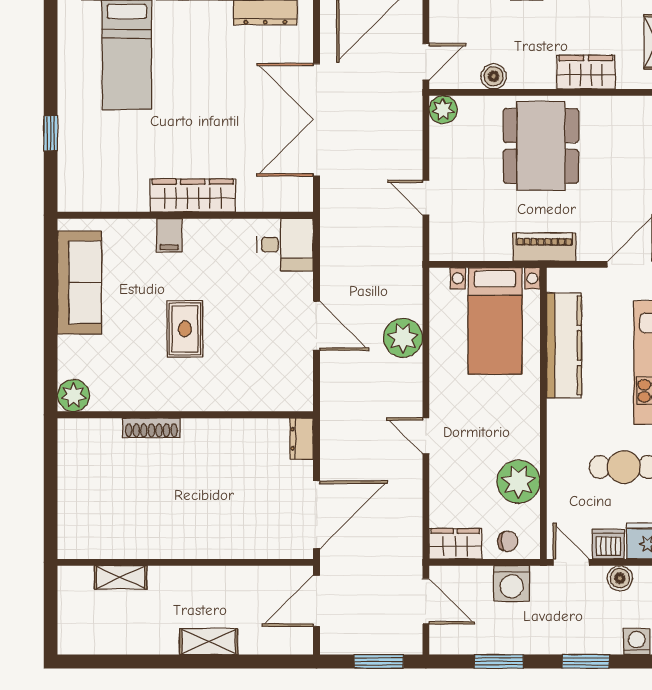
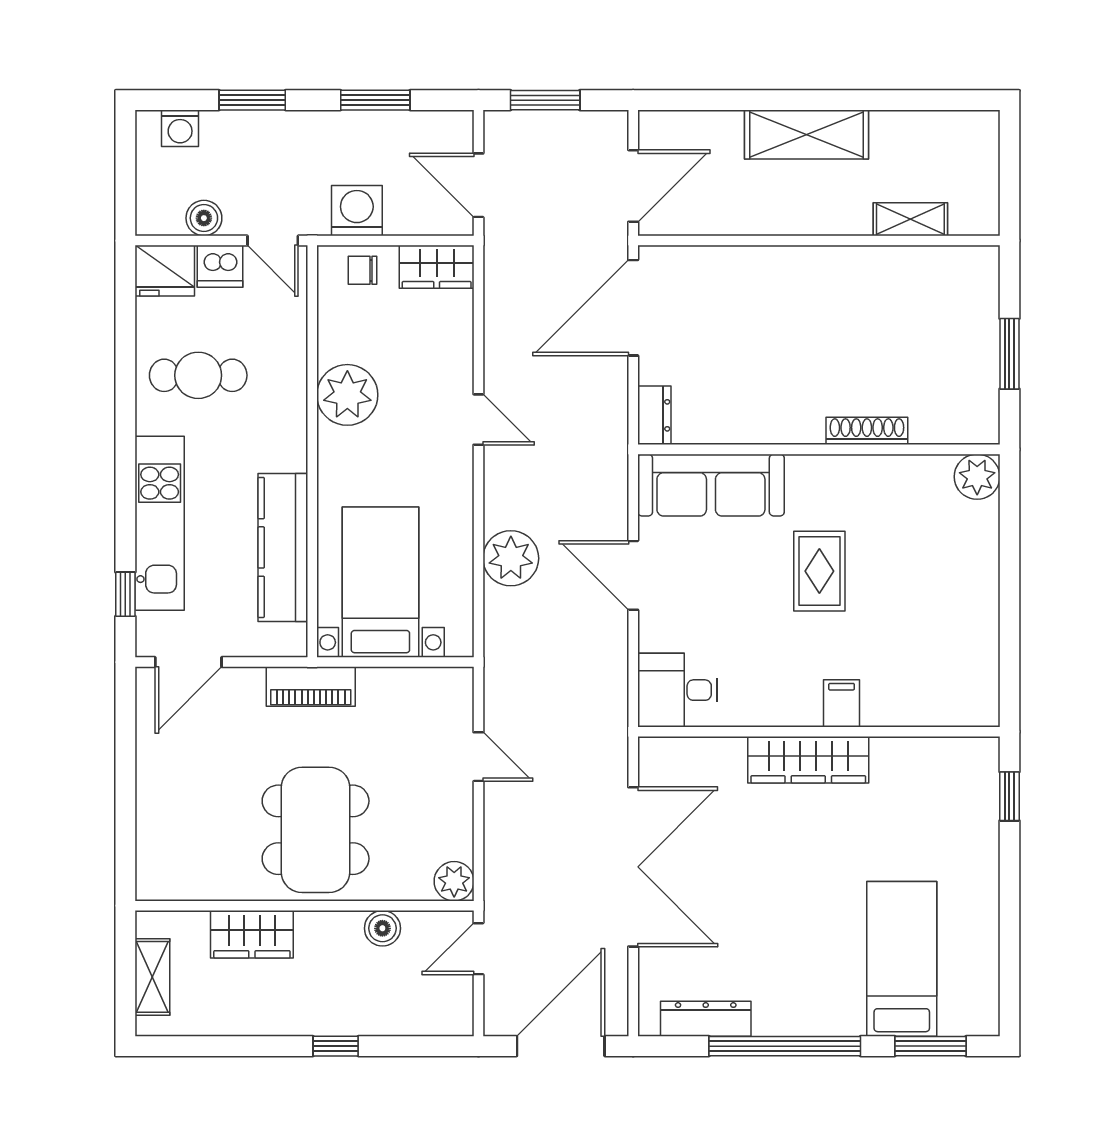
window: (51, 133) -> (1009, 796), moved
sofa: (79, 282) -> (711, 485), moved, turned -90
window: (51, 482) -> (1009, 354), added
plant: (518, 482) -> (347, 395), moved
shelving: (209, 642) -> (807, 135), width x1.50, depth x1.33

